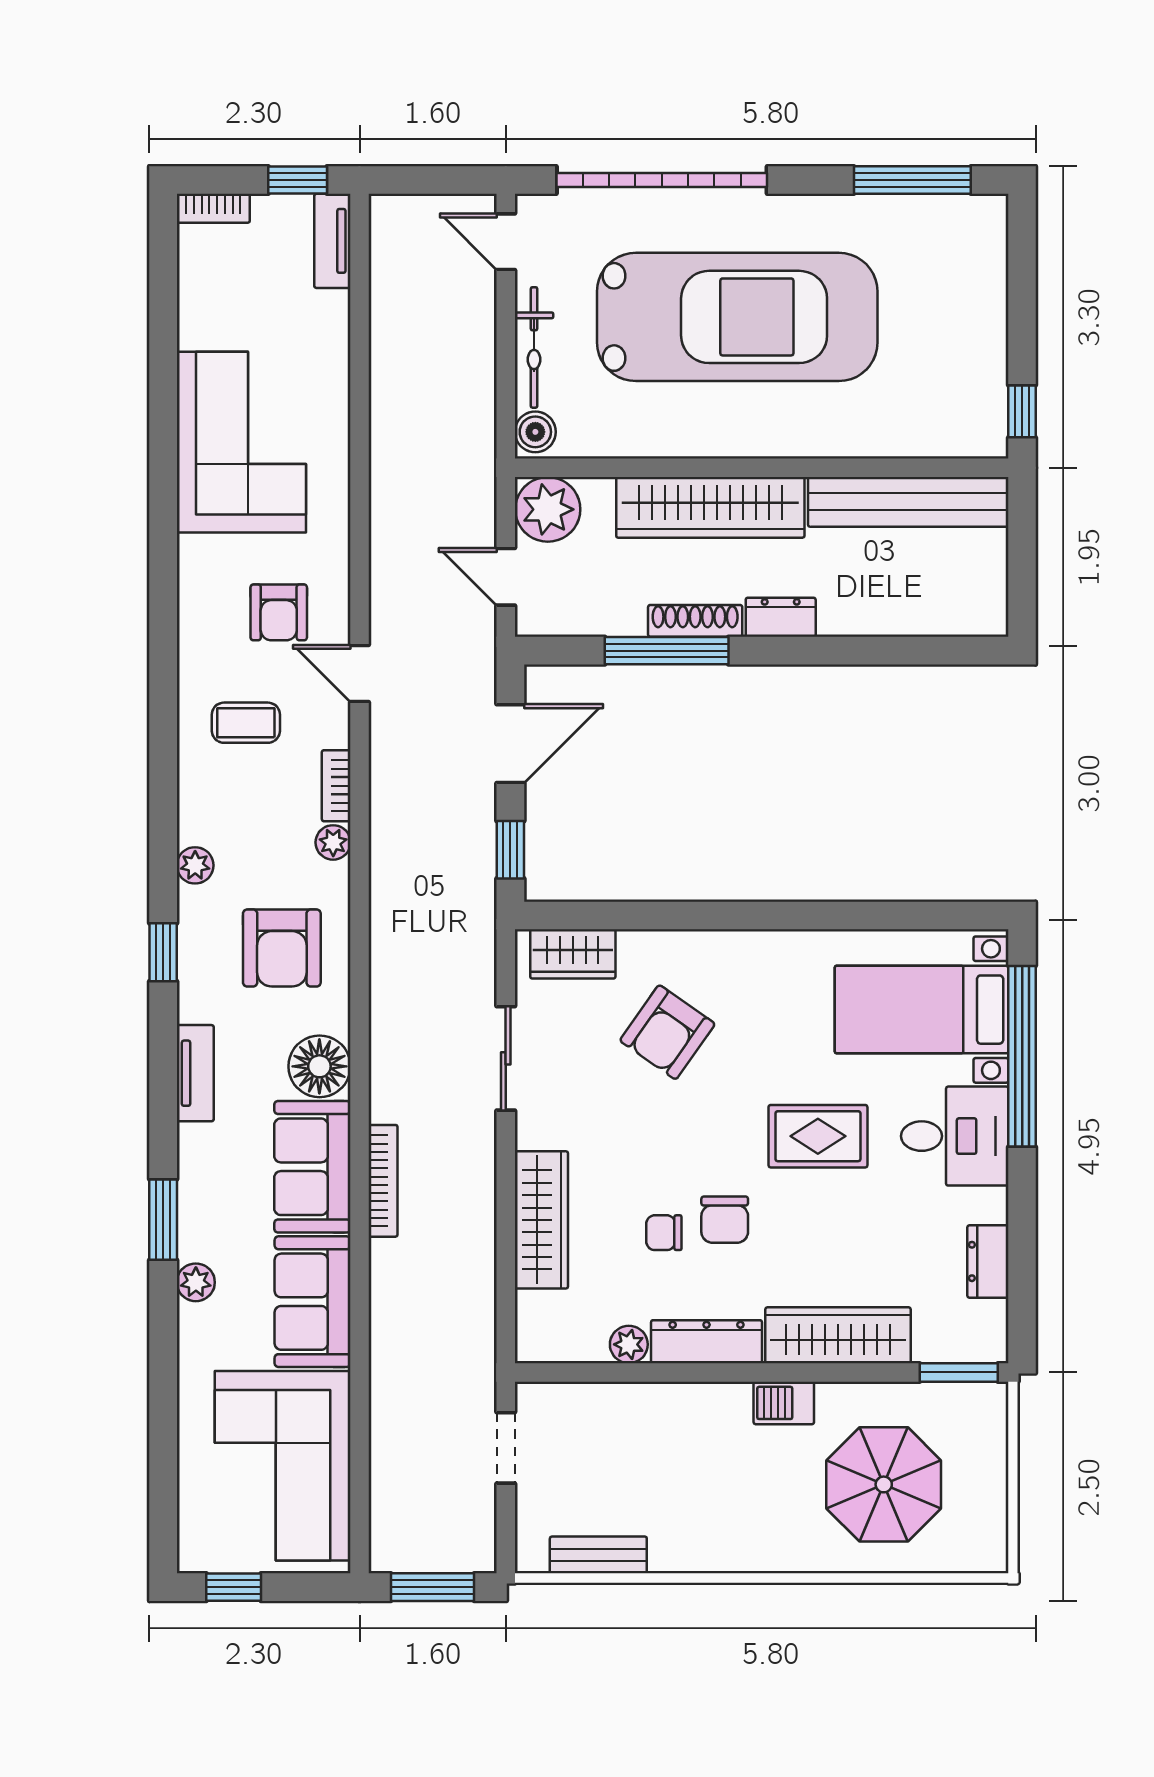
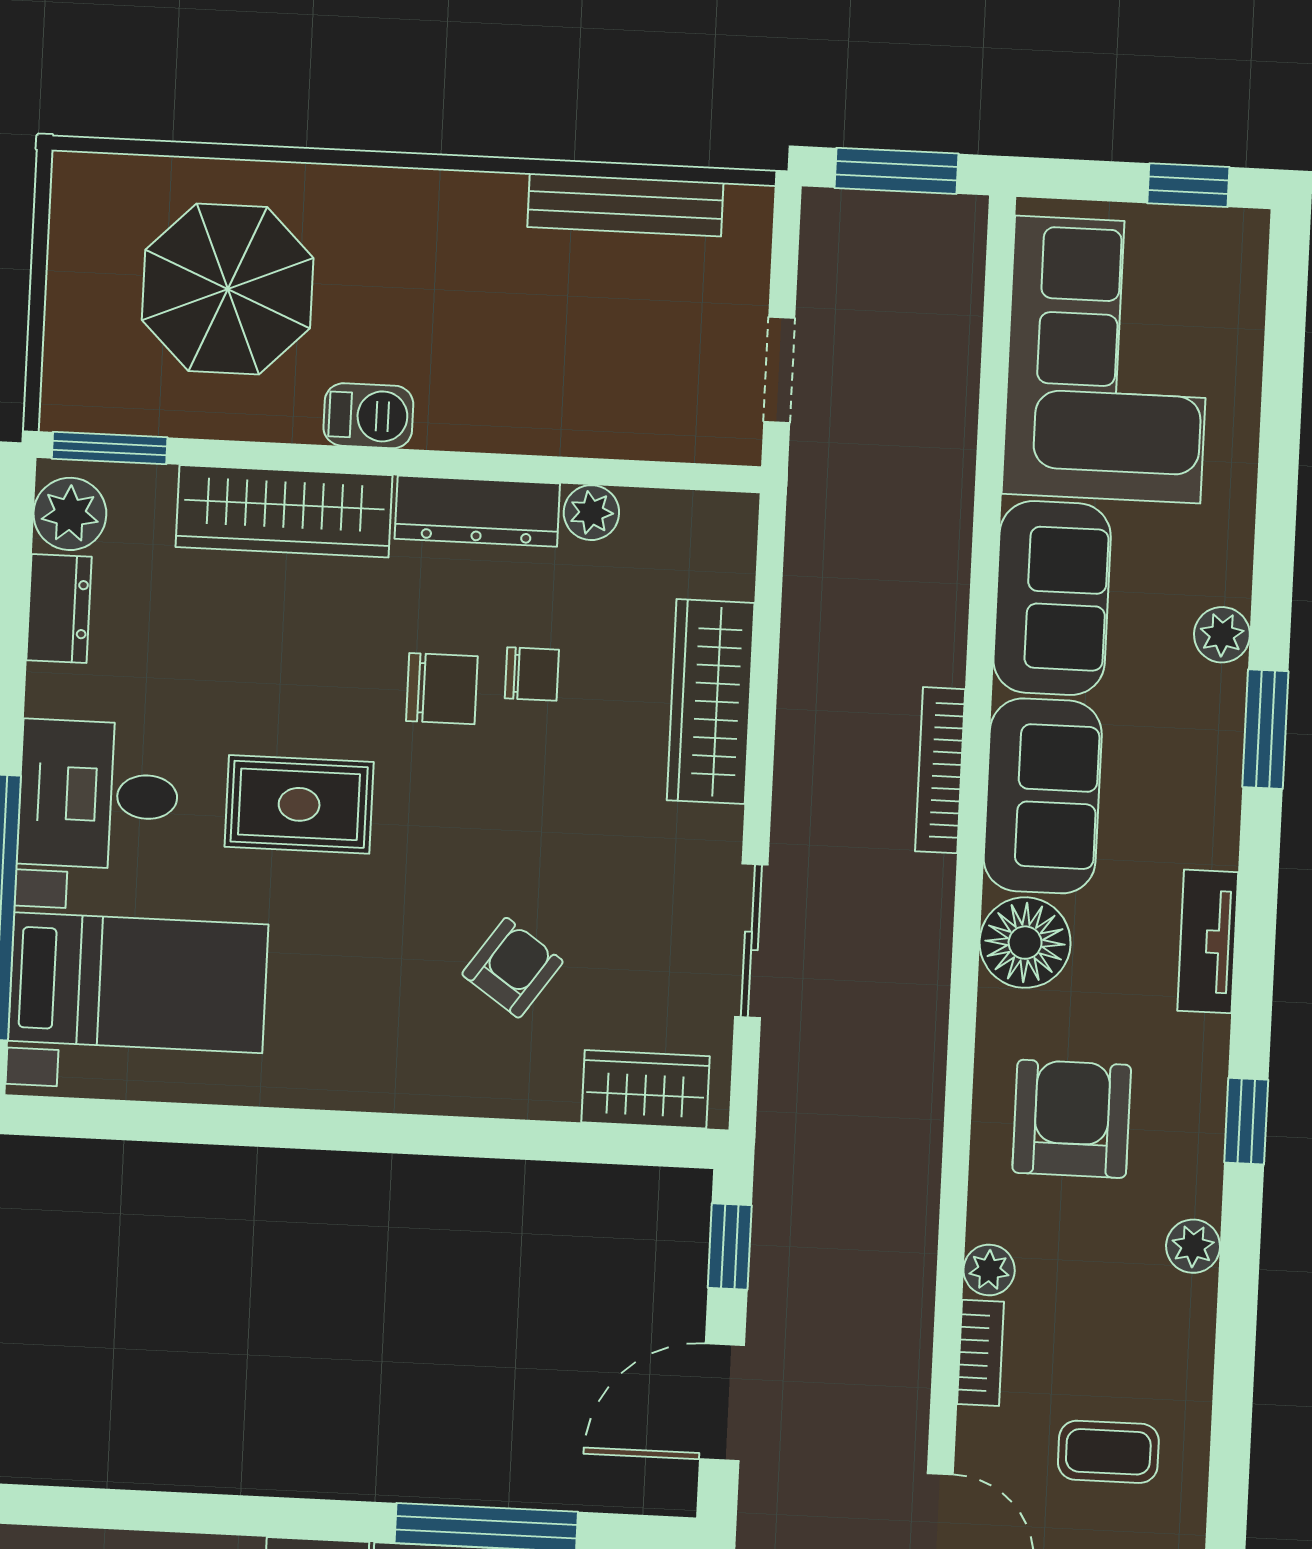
armchair: (667, 1032) -> (512, 968), width x0.72, depth x0.72
chair: (725, 1220) -> (442, 689), turned 90
plant: (984, 1326) -> (70, 514), added
bench: (598, 1555) -> (625, 205), width x1.36

